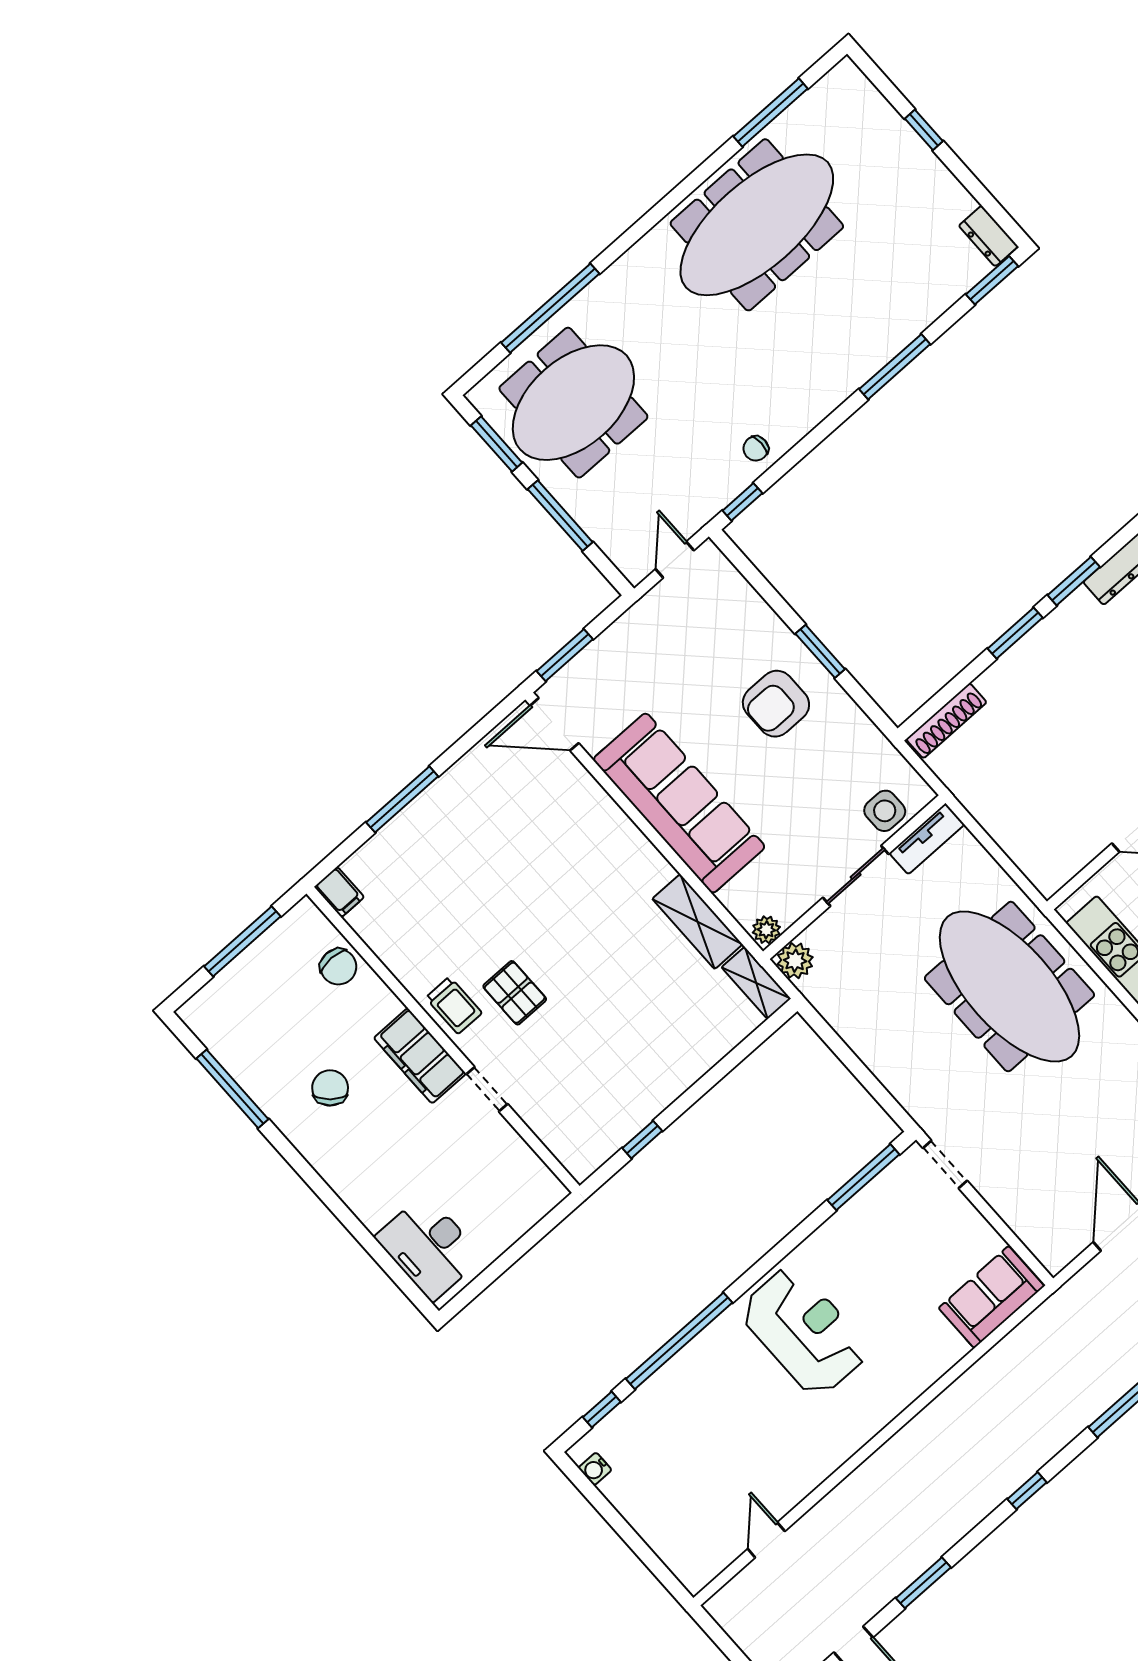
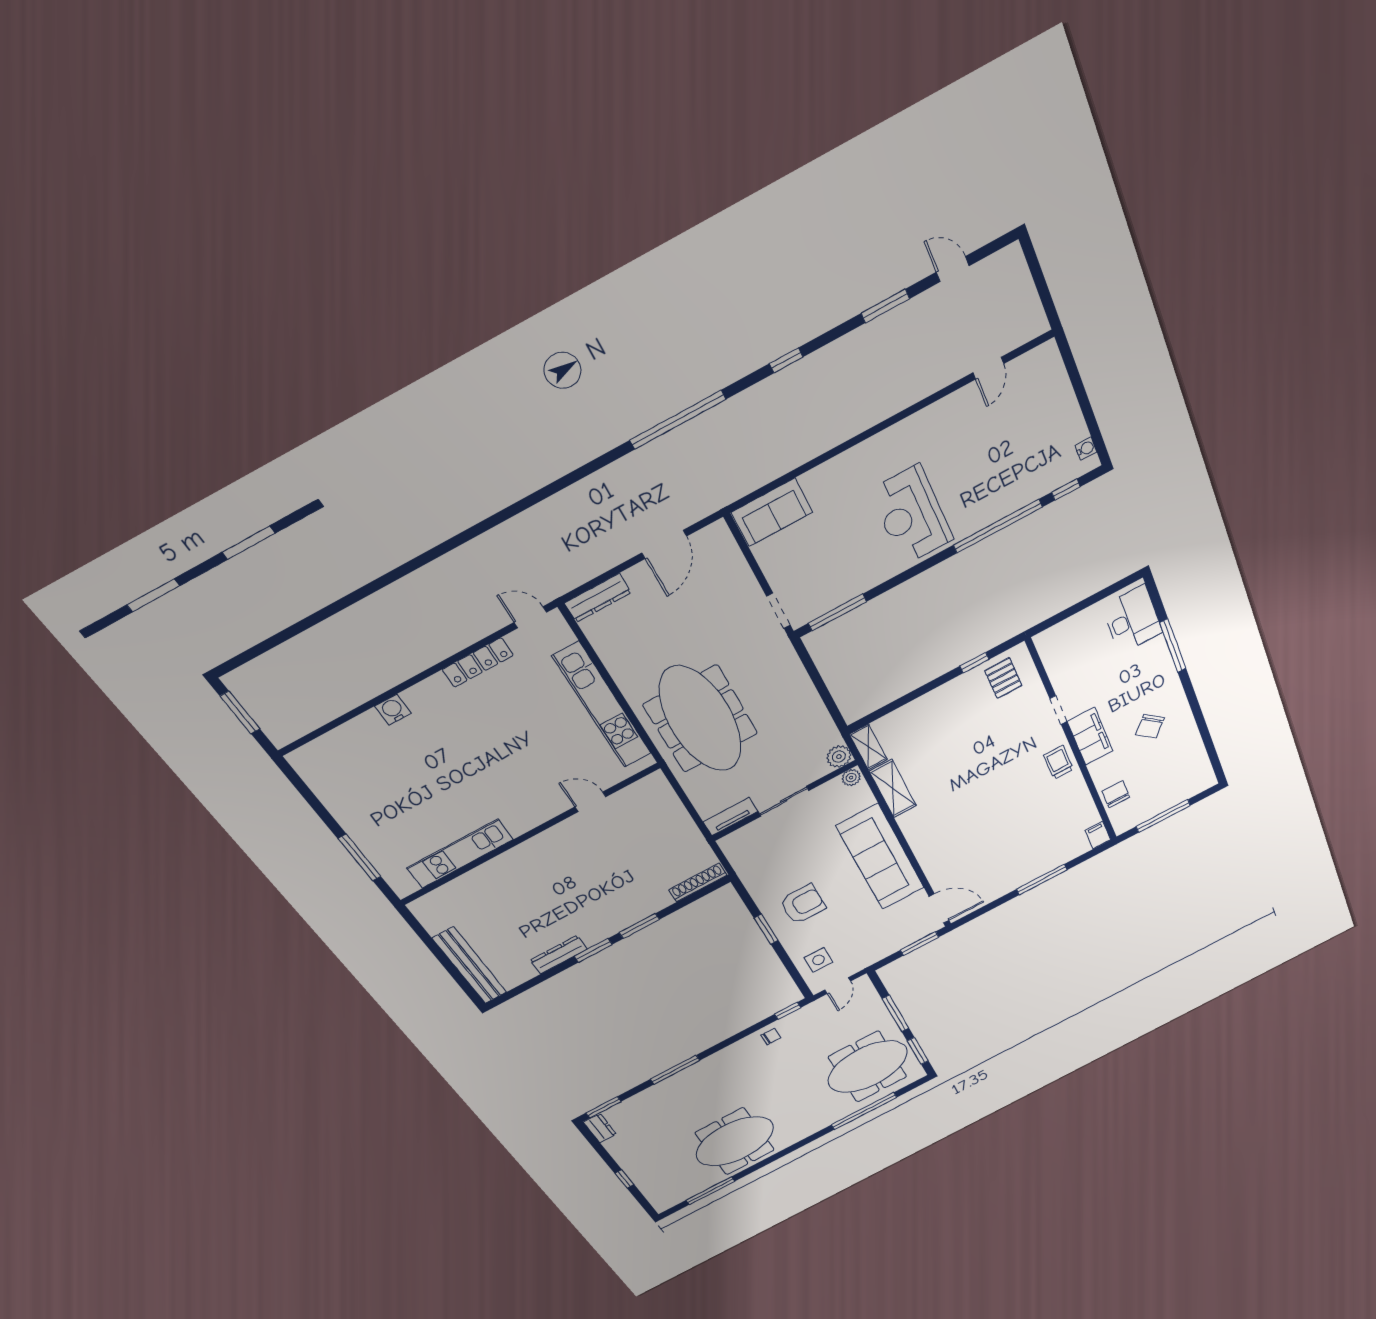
meeting table: (757, 225) -> (735, 1141), width x0.73
side table: (885, 811) -> (818, 960), moved
pallet: (515, 993) -> (1003, 678), moved
window: (232, 1089) -> (1173, 646), moved

